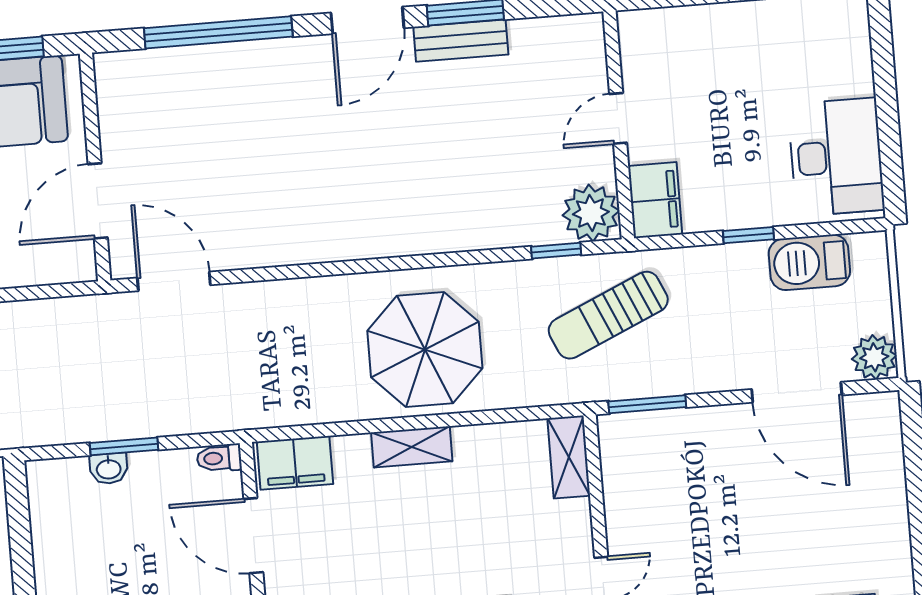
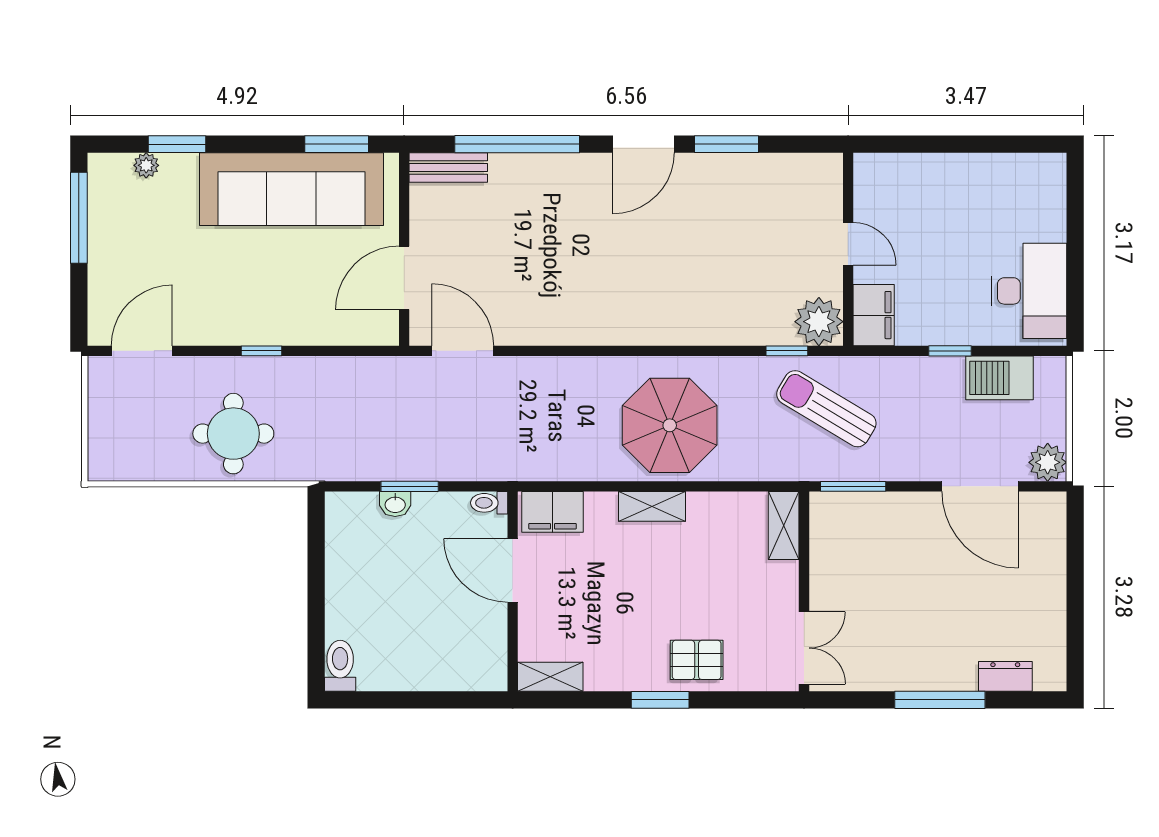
bench: (461, 41) -> (448, 168), moved
door: (618, 118) -> (848, 244), swing flipped
sun lounger: (608, 315) -> (826, 409), turned 55

